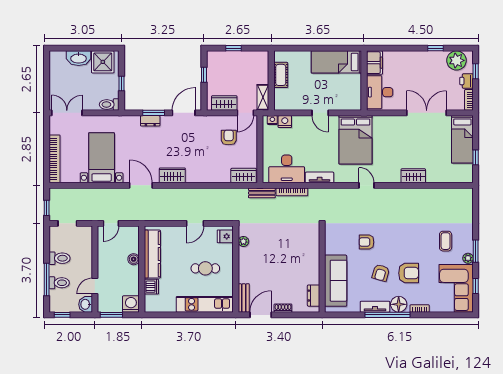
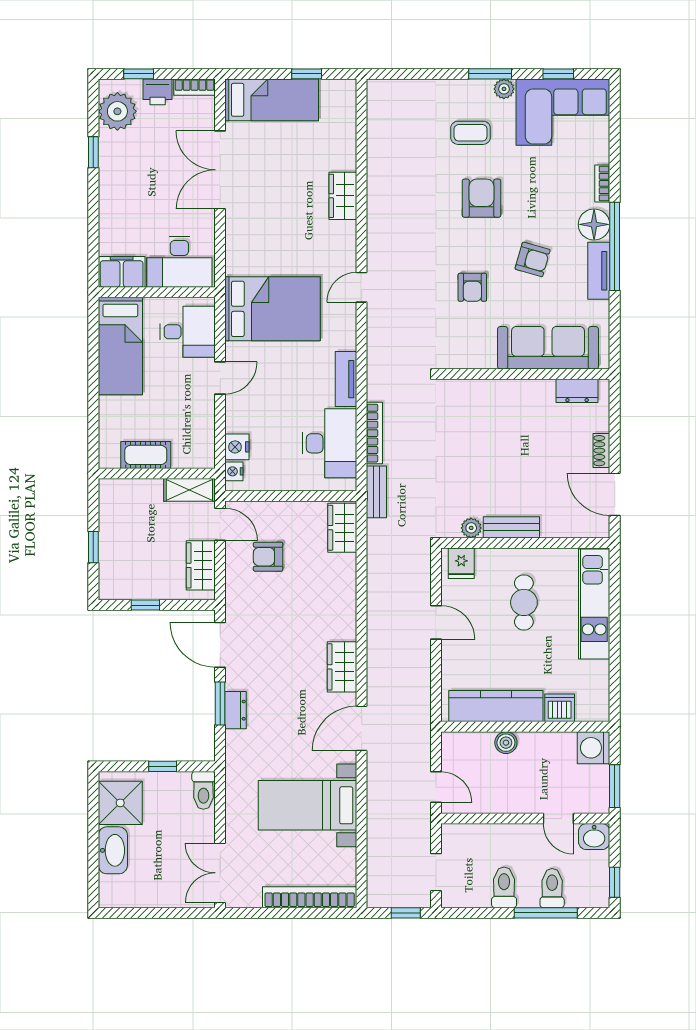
desk: (344, 96) -> (187, 332), added
armchair: (409, 273) -> (482, 198), moved
bench: (244, 298) -> (511, 527), moved

